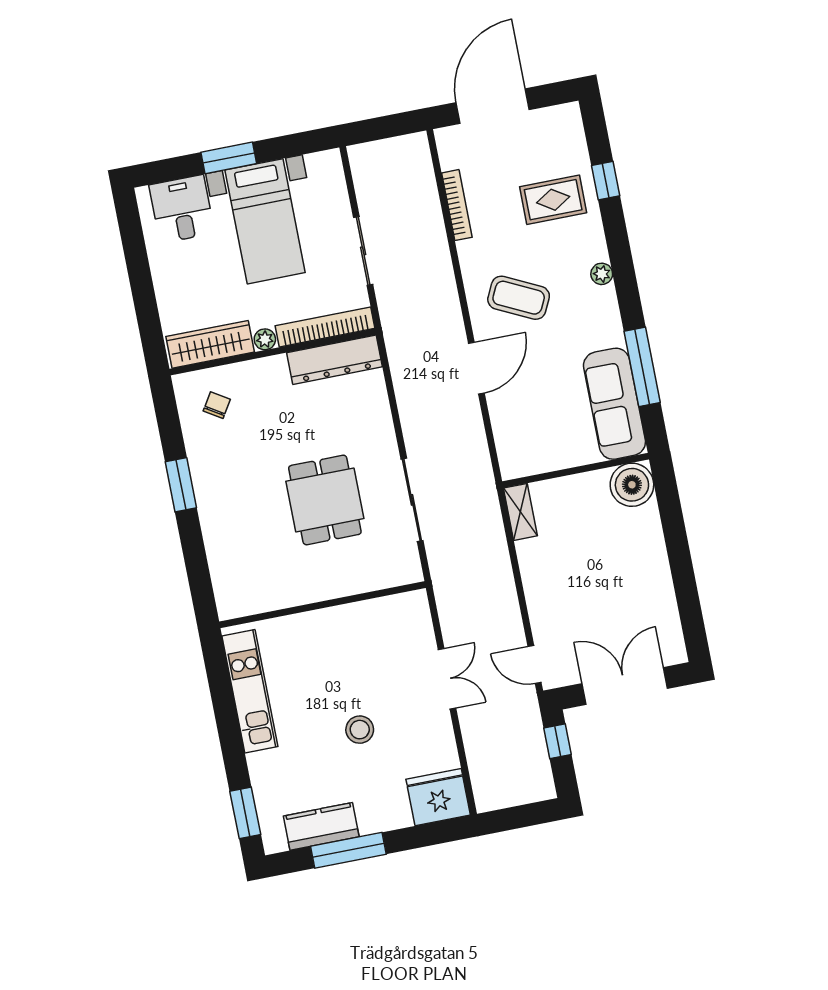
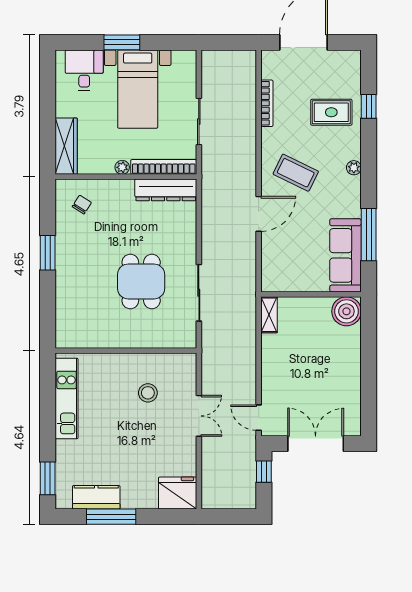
wardrobe: (210, 344) -> (66, 146), moved, turned 90
stool: (360, 730) -> (148, 393), moved

